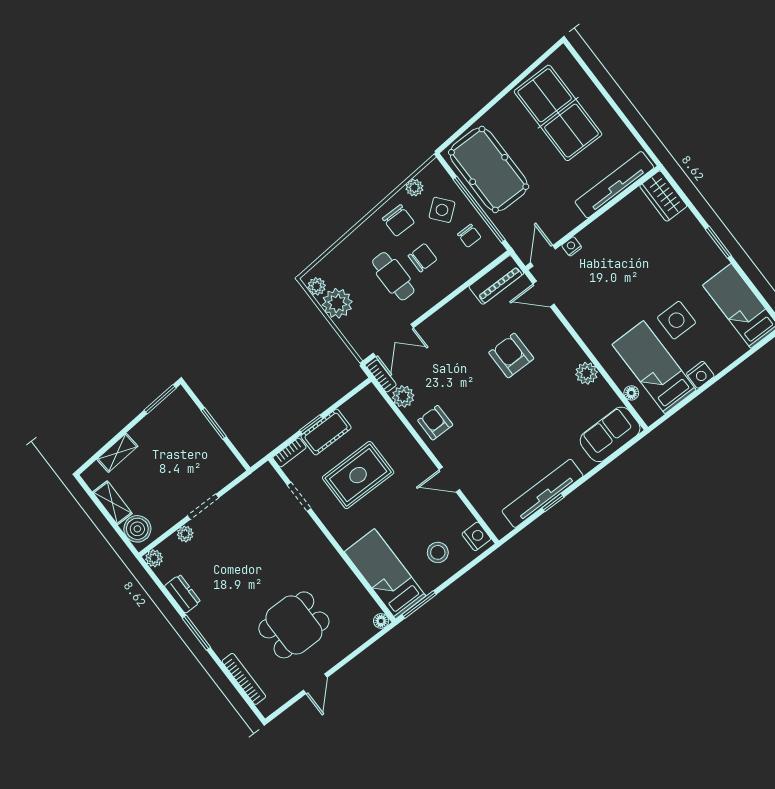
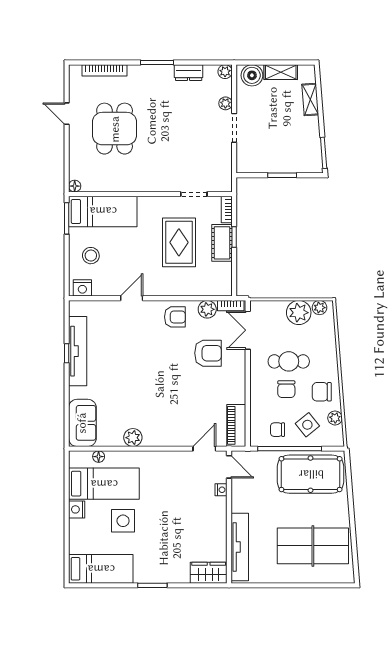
armchair: (511, 355) -> (208, 353), moved

